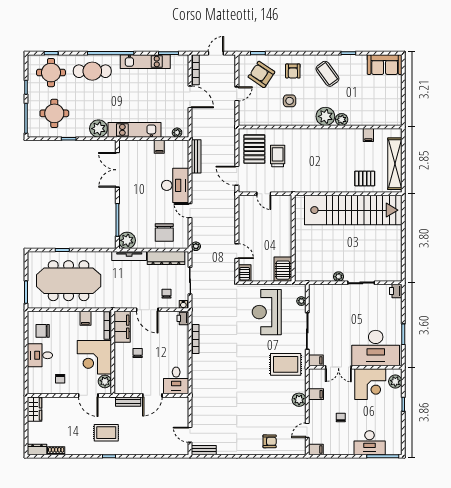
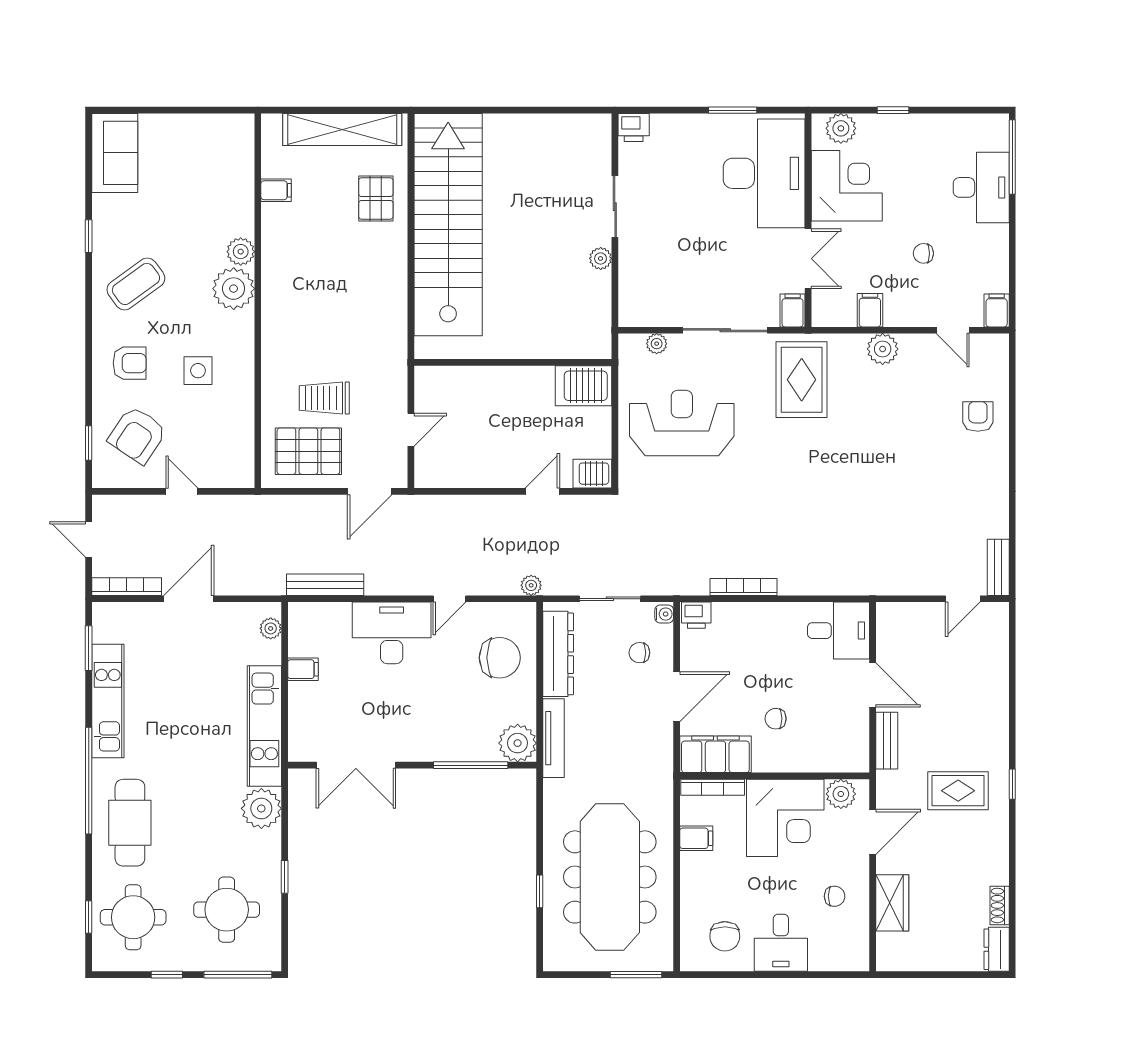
reception desk: (267, 312) -> (682, 423), turned 180
wardrobe: (34, 409) -> (892, 903), moved, turned 90
rug: (106, 433) -> (958, 791), turned 90

